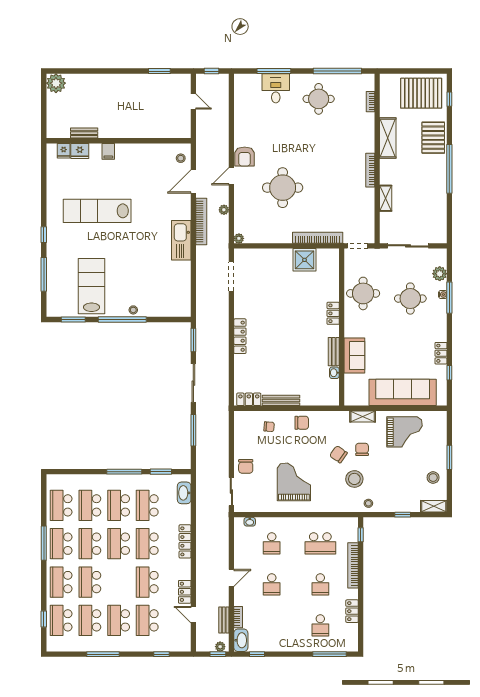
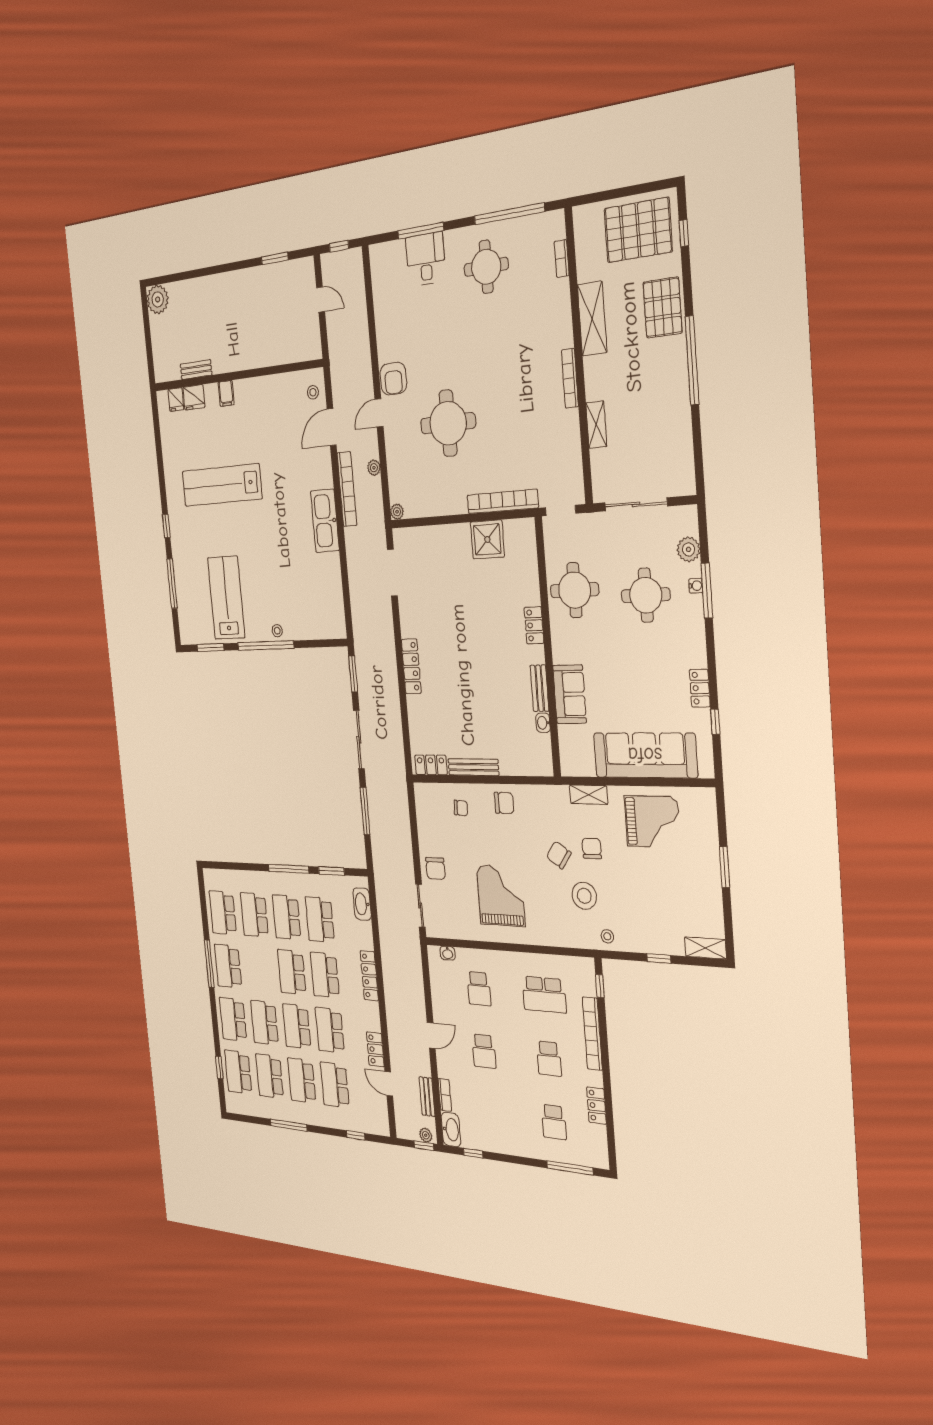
stool: (433, 478) -> (701, 900), removed
school desk: (90, 544) -> (297, 1026), moved

